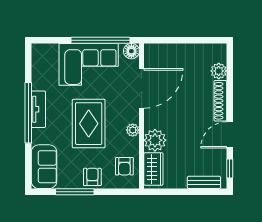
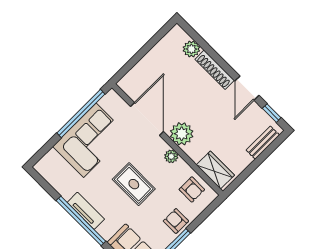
floor lamp: (131, 51) -> (112, 99), removed
rug: (89, 124) -> (134, 184), width x0.73, depth x0.70
plant: (155, 140) -> (182, 134), moved

